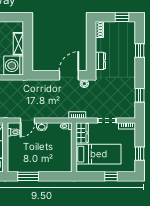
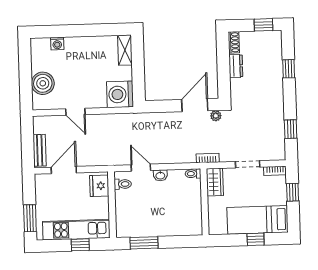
shelving: (18, 44) -> (125, 50), moved
dresser: (100, 61) -> (236, 66), moved
door: (27, 120) -> (141, 168), swing flipped
bed: (99, 154) -> (257, 220), moved, turned 180
window: (140, 154) -> (293, 192), moved

